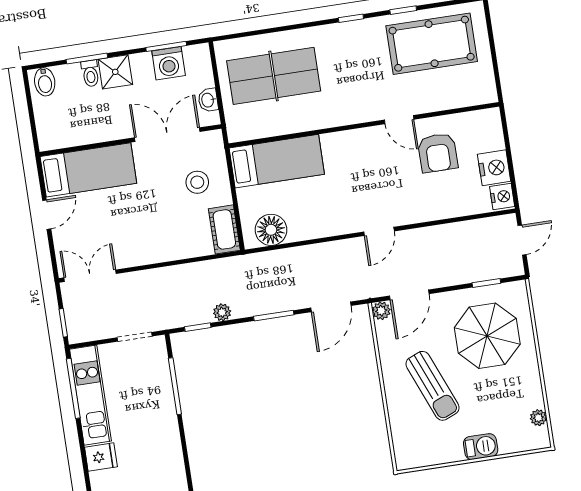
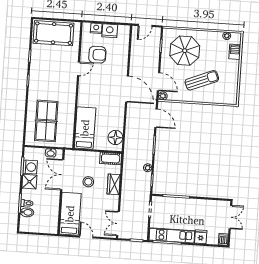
pool table: (432, 44) -> (54, 33), moved, turned 90
shower: (115, 72) -> (29, 182), moved
bidet: (45, 82) -> (27, 212), moved
stool: (197, 182) -> (88, 182), moved
nightstand: (502, 197) -> (96, 28), moved
door: (379, 231) -> (127, 89), width x1.87
door: (522, 240) -> (145, 25), swing flipped
wardrobe: (171, 248) -> (114, 184), added
barbecue: (481, 447) -> (235, 52), moved

